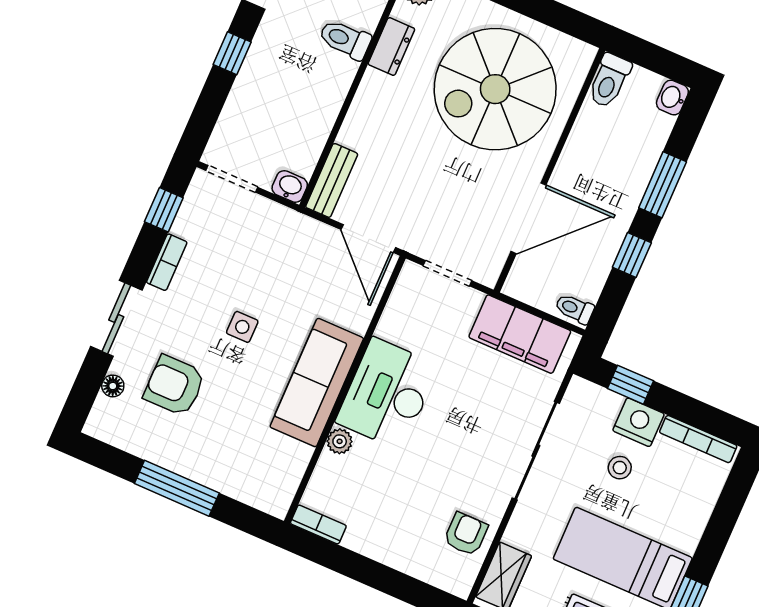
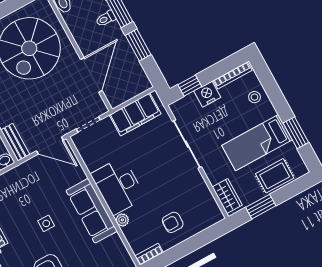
window: (632, 255) -> (138, 45), width x1.50
toilet: (574, 309) -> (106, 19), moved
stool: (620, 468) -> (255, 97), moved
armchair: (466, 534) -> (173, 222), moved, turned -90

